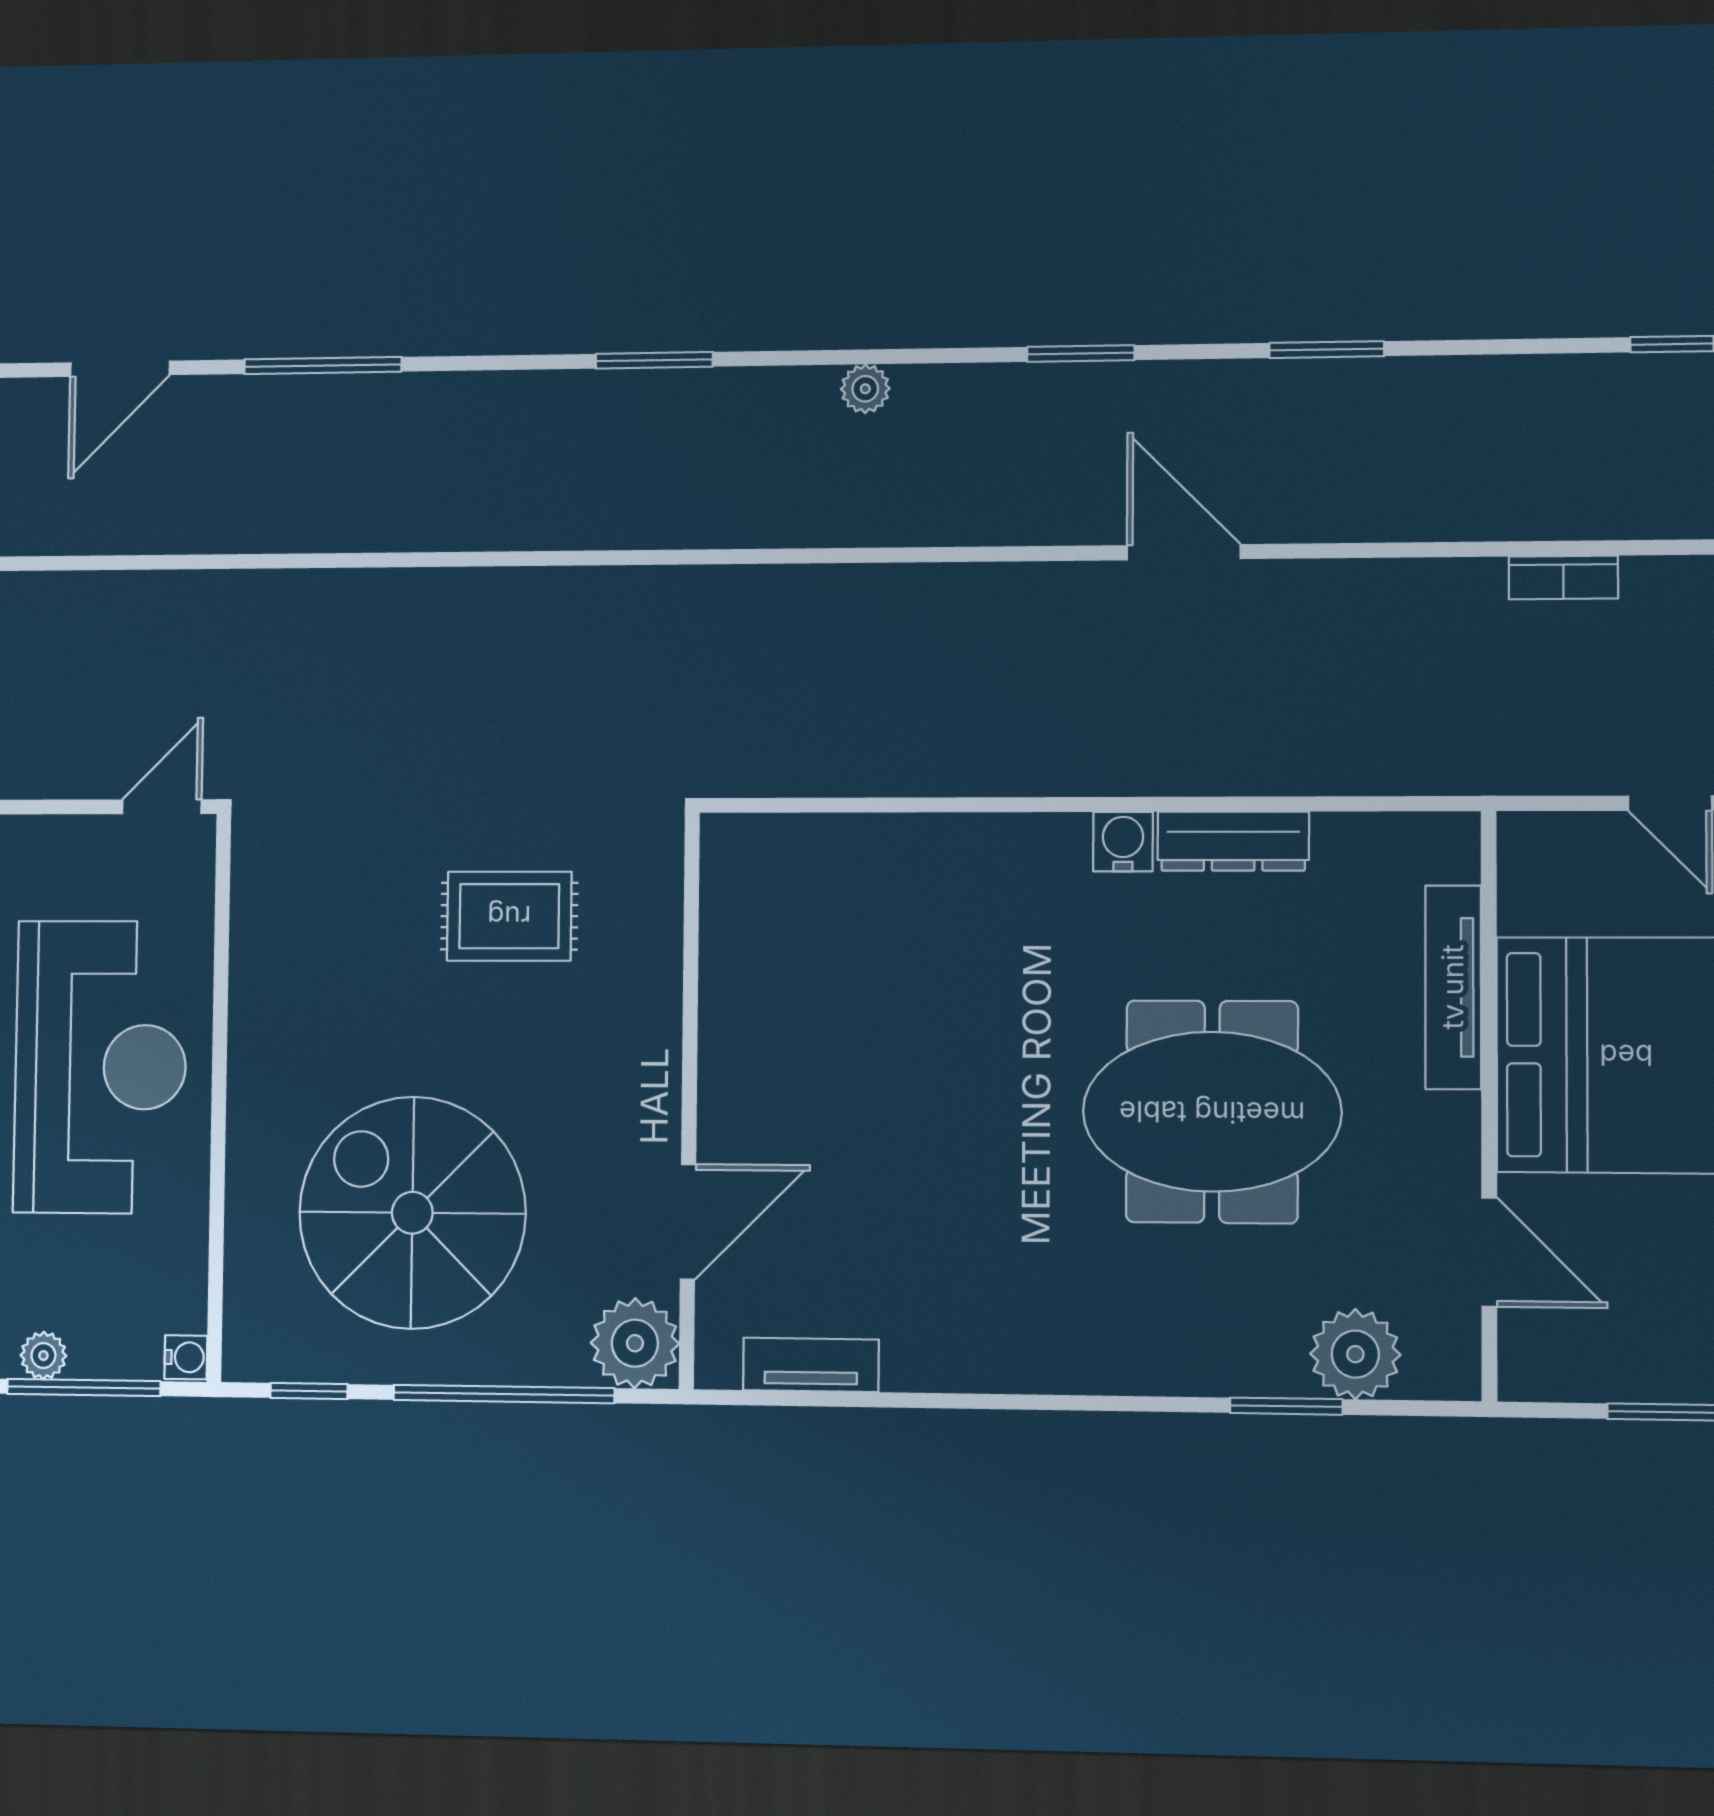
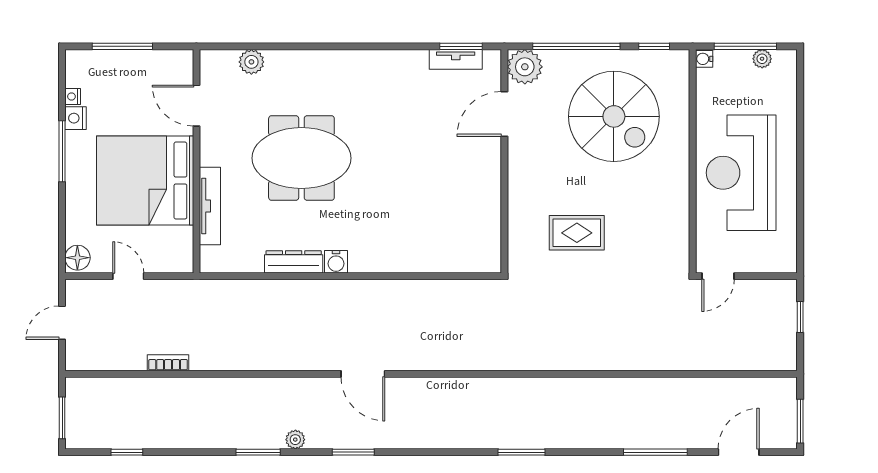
plant: (865, 389) -> (295, 440), moved
door: (1184, 552) -> (363, 374), moved
plant: (1355, 1354) -> (251, 62), width x0.73, depth x0.73
window: (1286, 1406) -> (461, 46), moved

